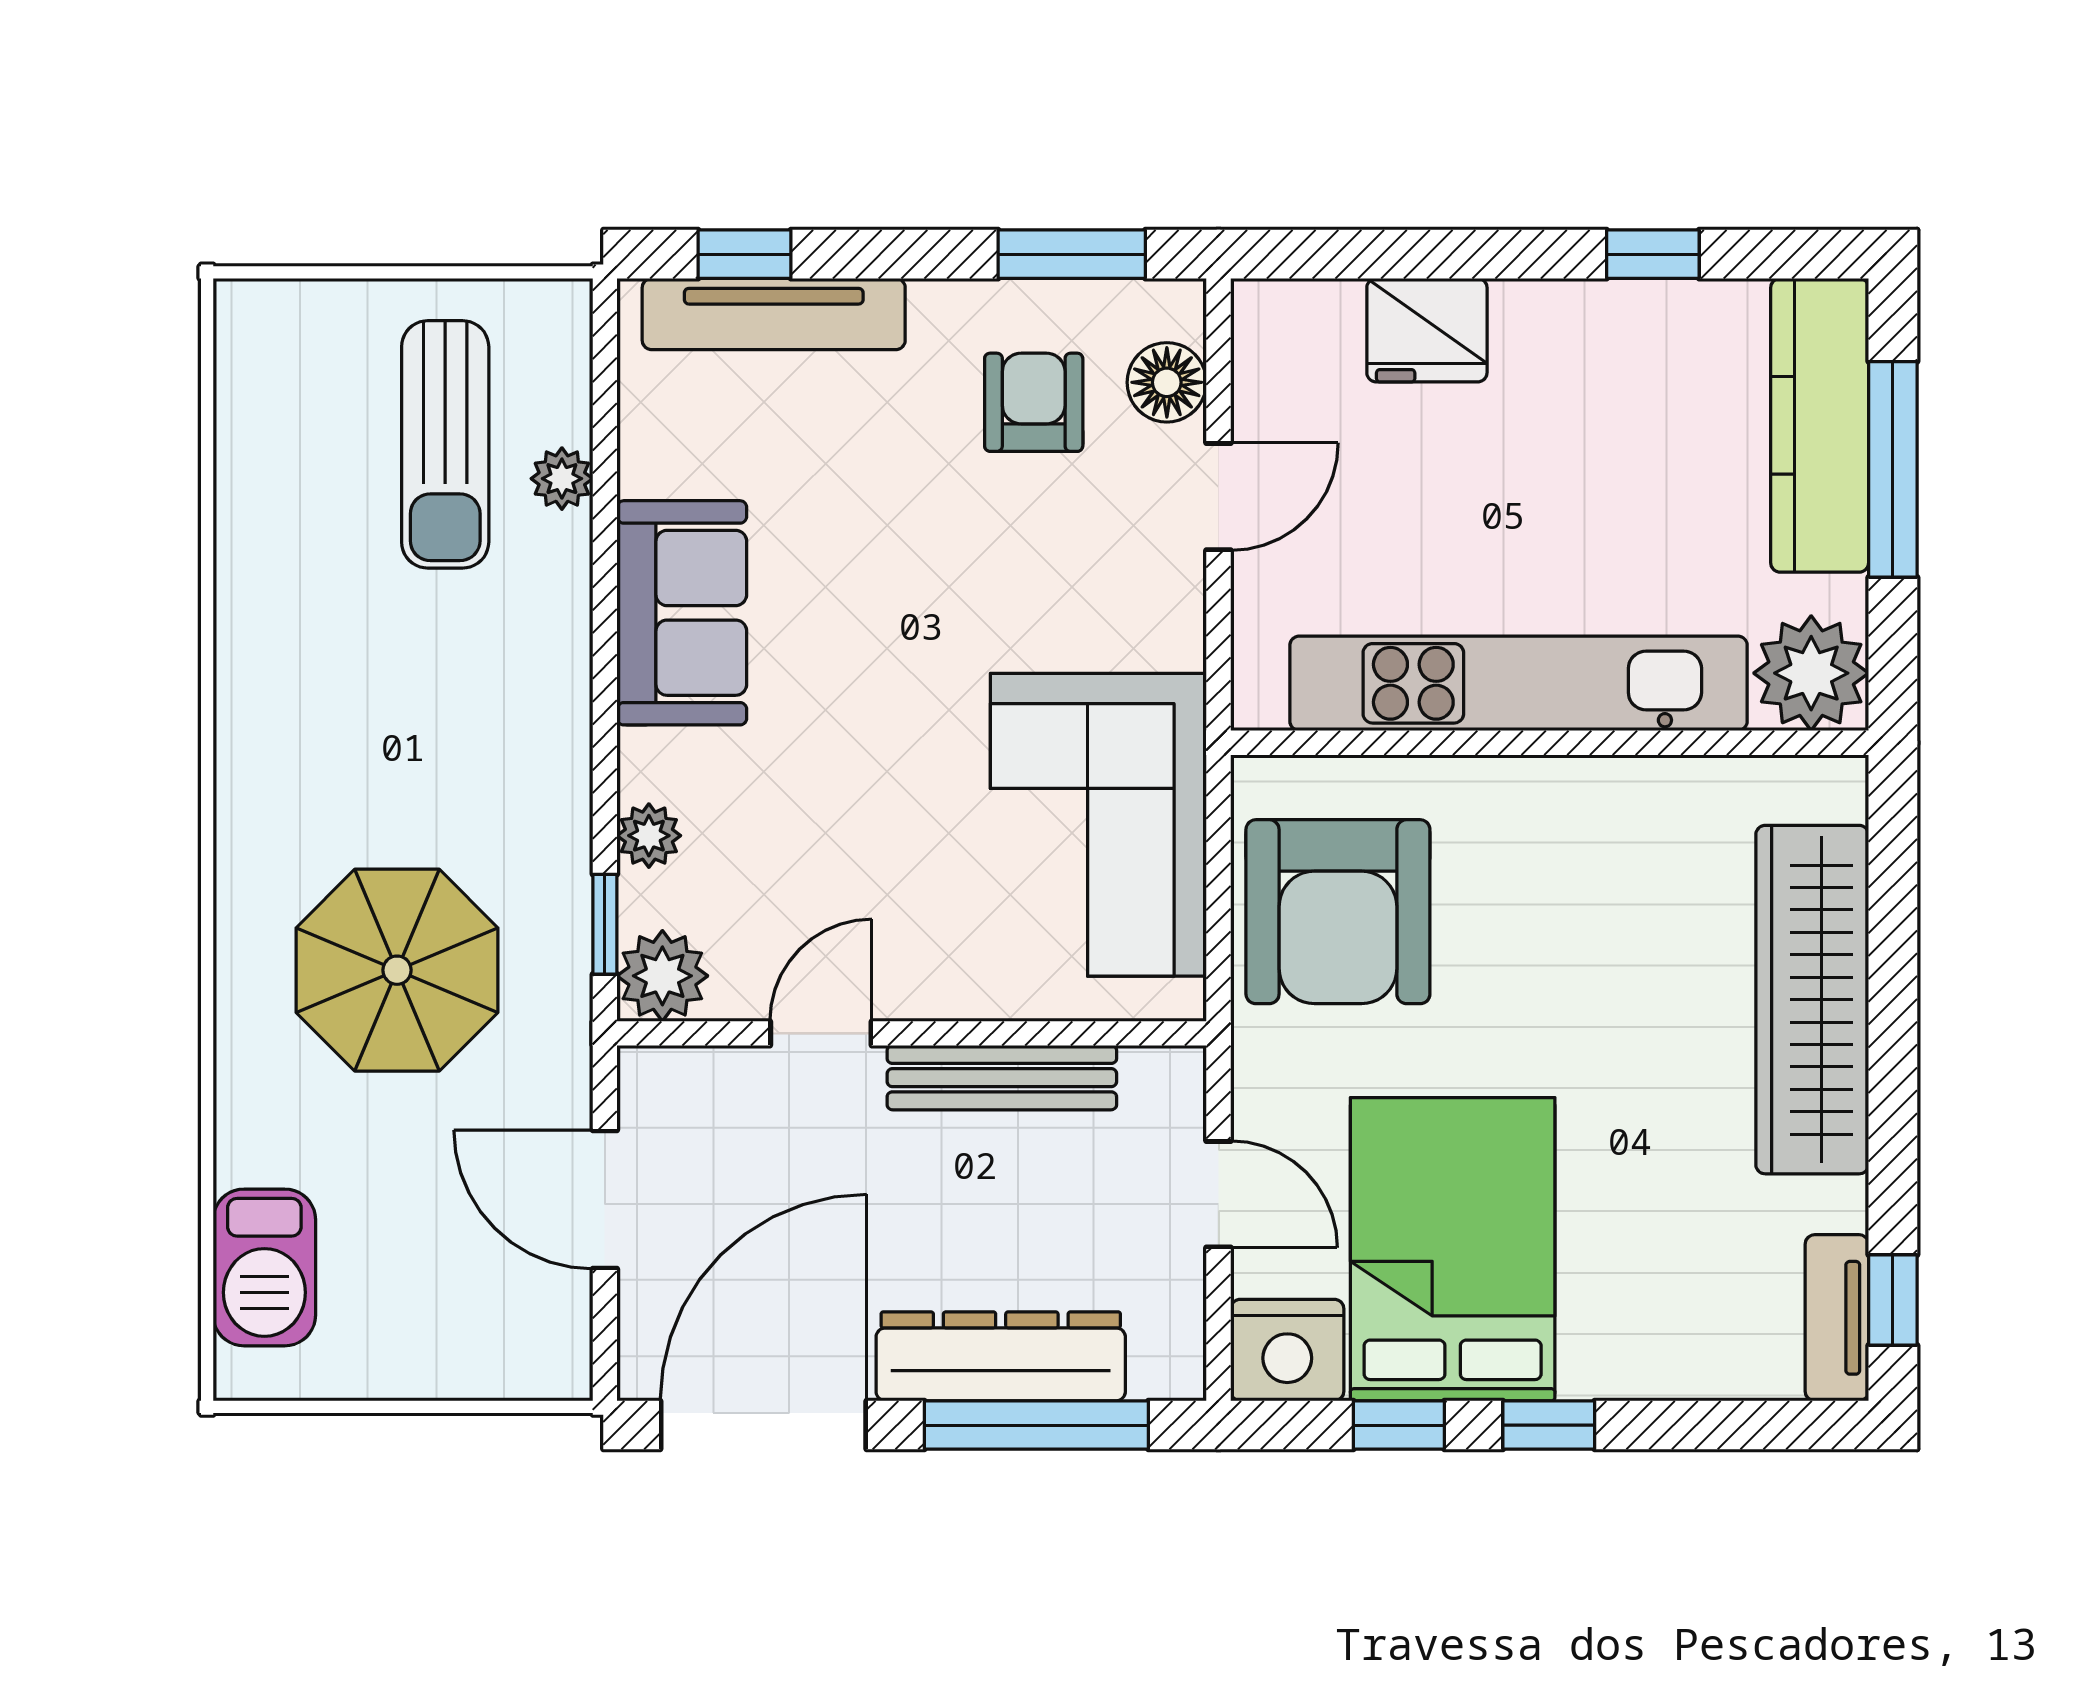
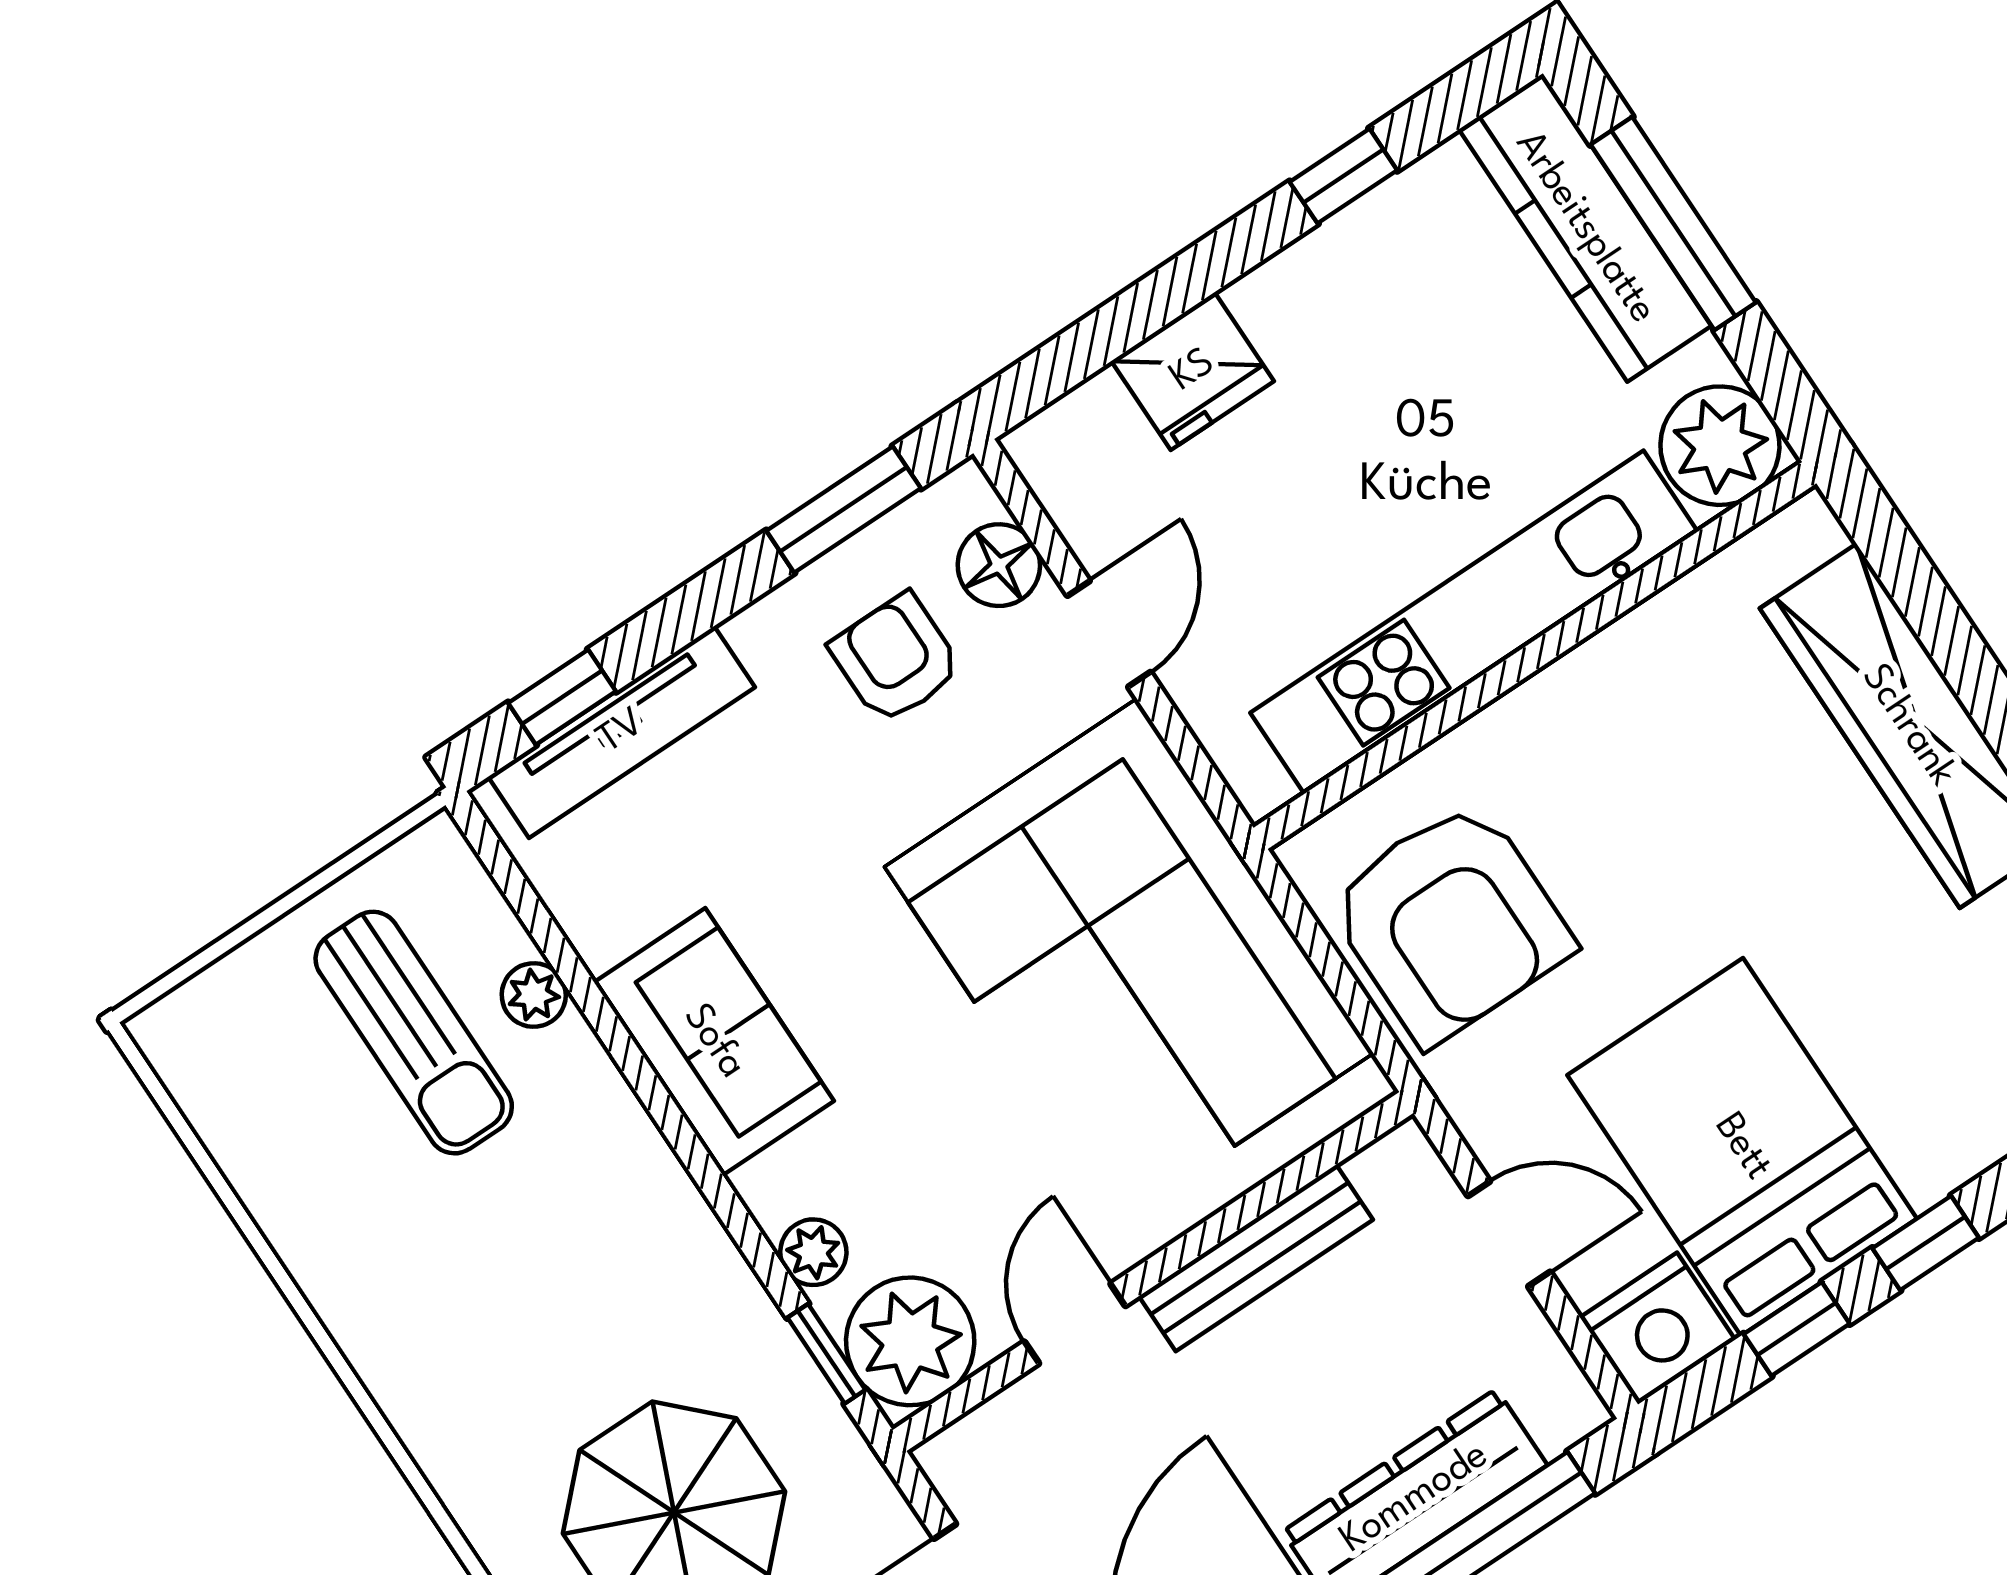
corner sofa: (1098, 825) -> (1129, 960), width x1.36, depth x1.36
plant: (662, 976) -> (910, 1341), width x1.36, depth x1.36

